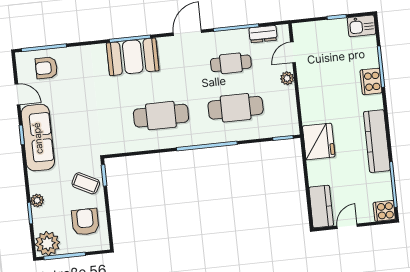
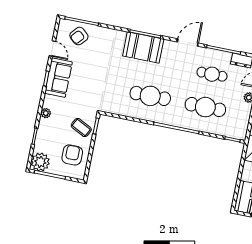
armchair: (46, 68) -> (79, 36), turned -49
sofa: (38, 138) -> (58, 78), width x0.73
plant: (37, 200) -> (46, 113), moved

